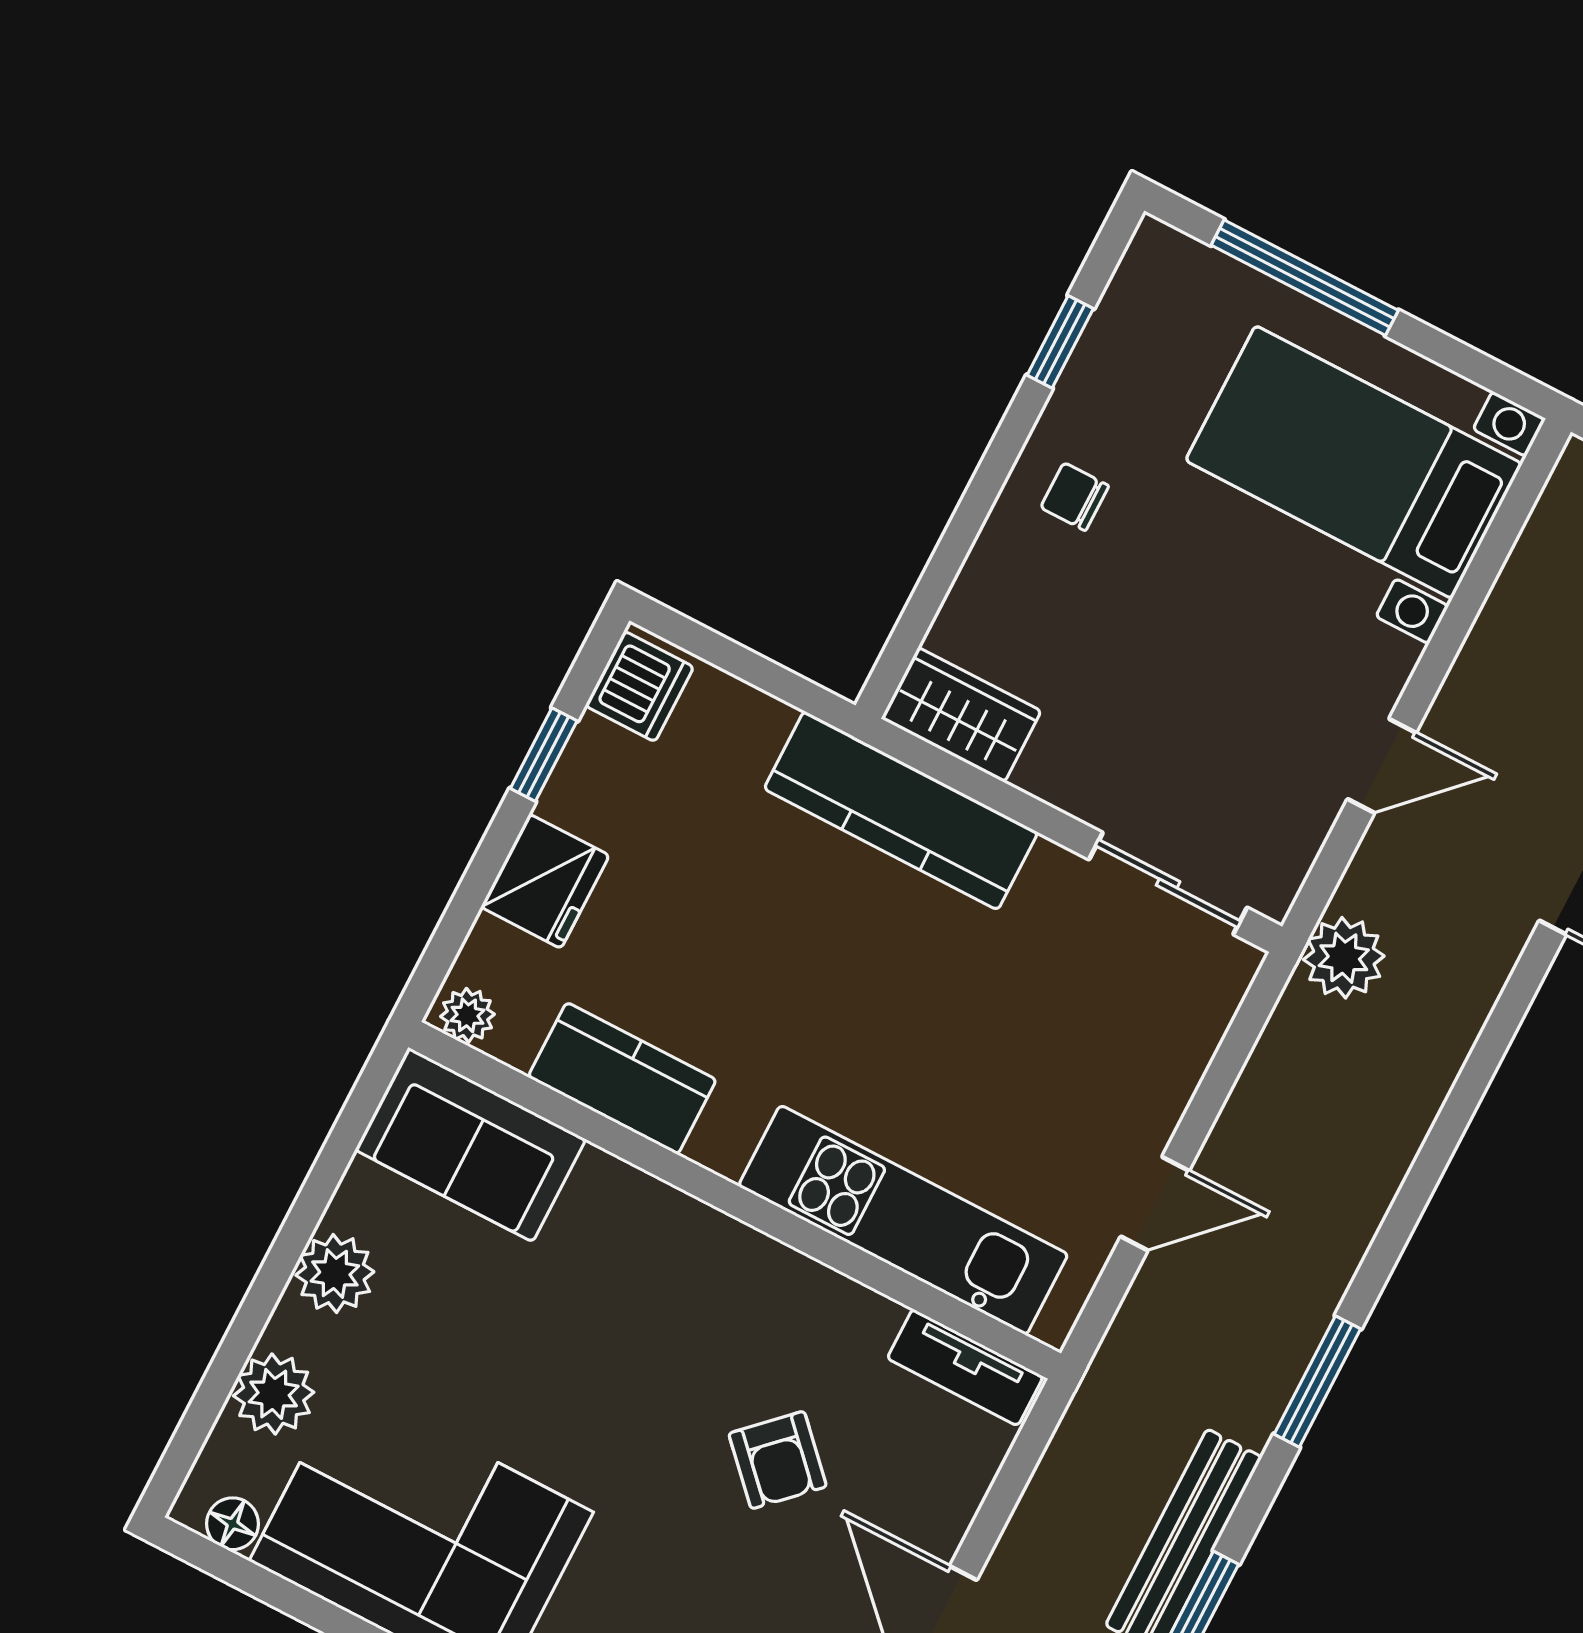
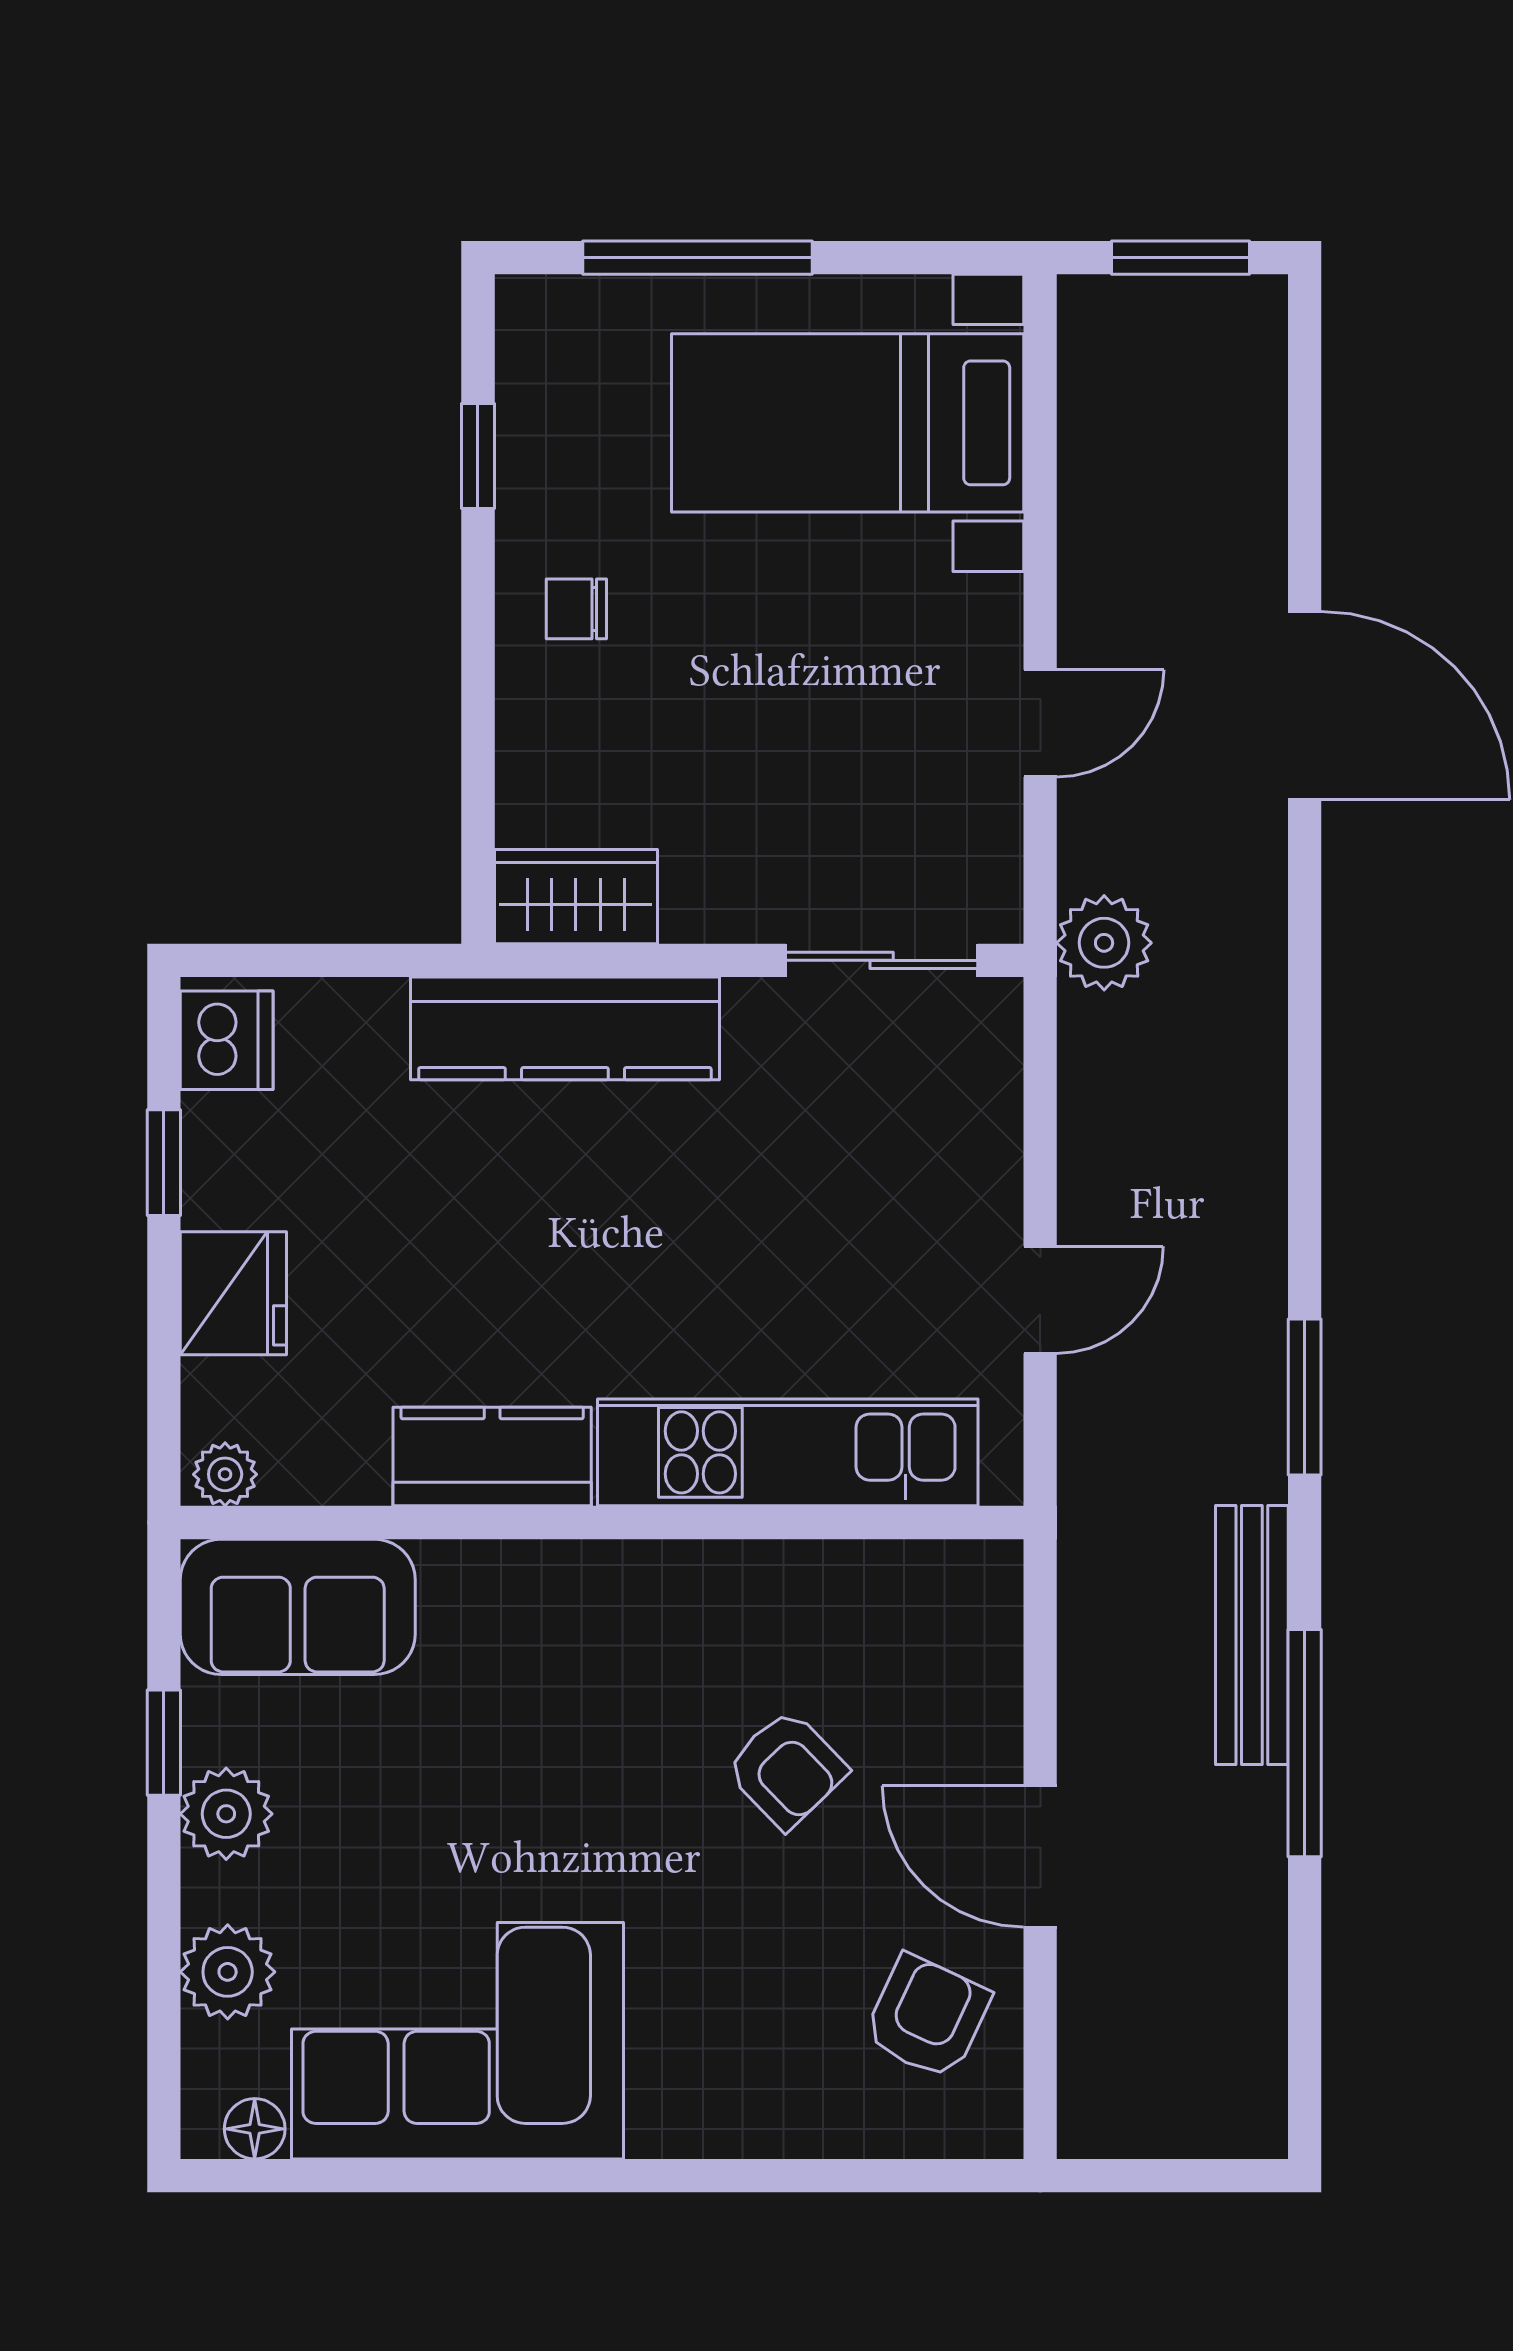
kitchen counter: (622, 1078) -> (492, 1456), moved
window: (315, 1195) -> (164, 1743), added
tv unit: (965, 1367) -> (931, 1572), removed

